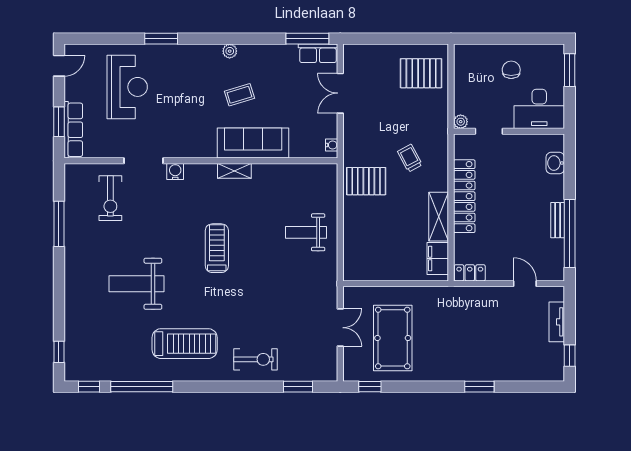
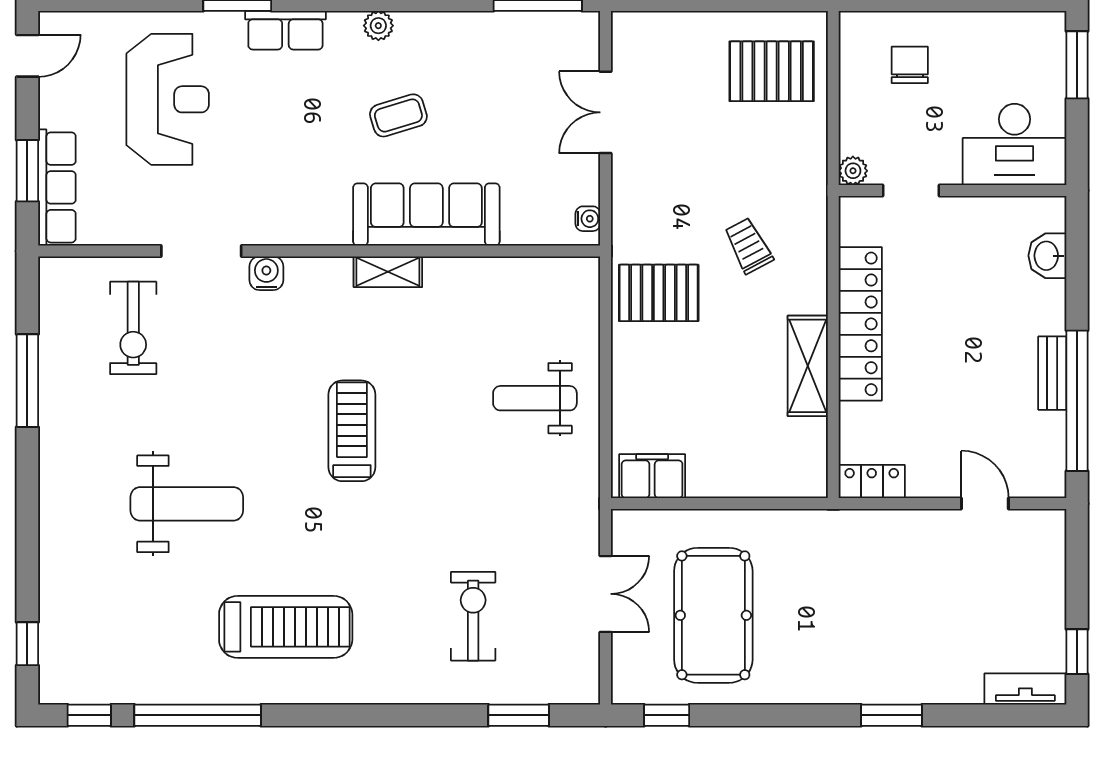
row of seats: (318, 53) -> (285, 30), moved
chair: (511, 70) -> (910, 65), moved
filing cabinet: (438, 259) -> (652, 476), moved, turned 90
weight bench: (136, 284) -> (187, 504), turned 180
tv unit: (557, 322) -> (1025, 689), moved, turned 90
exercise bike: (256, 359) -> (473, 616), moved, turned -90

